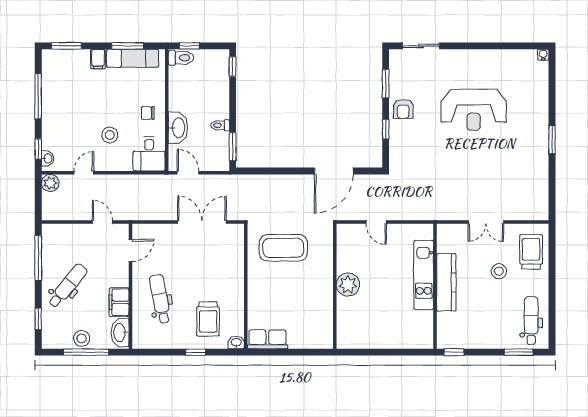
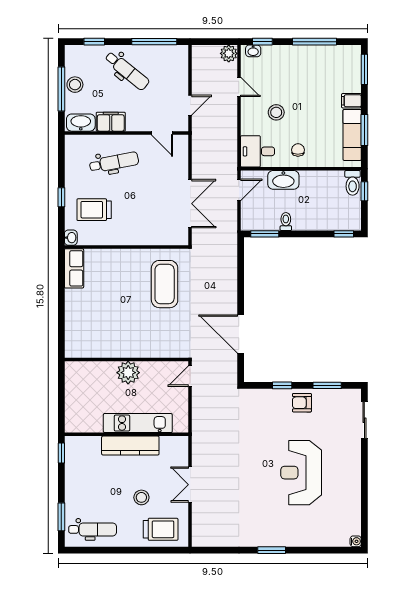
plant: (348, 285) -> (128, 373), moved
wall: (335, 286) -> (126, 359), moved

